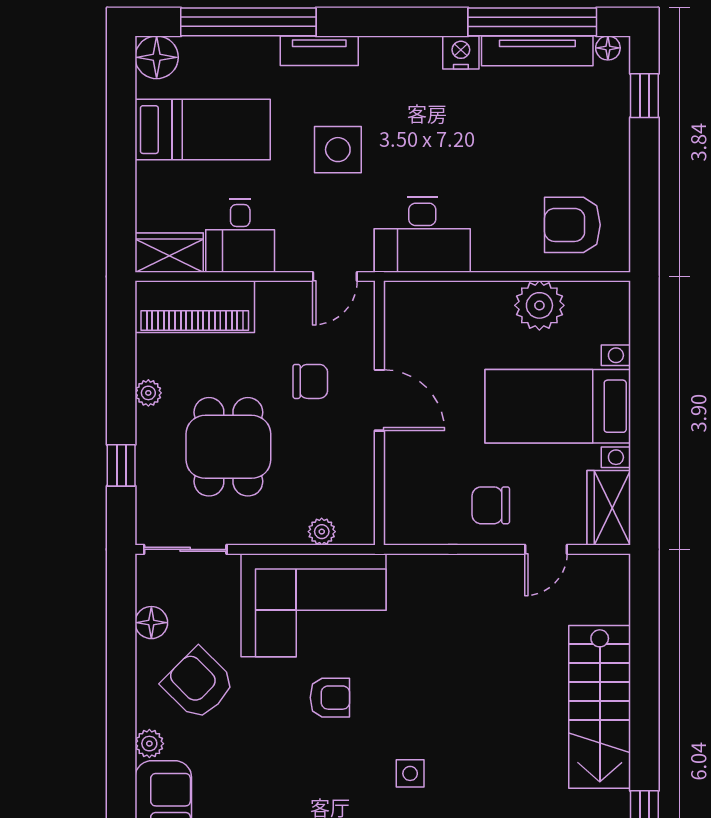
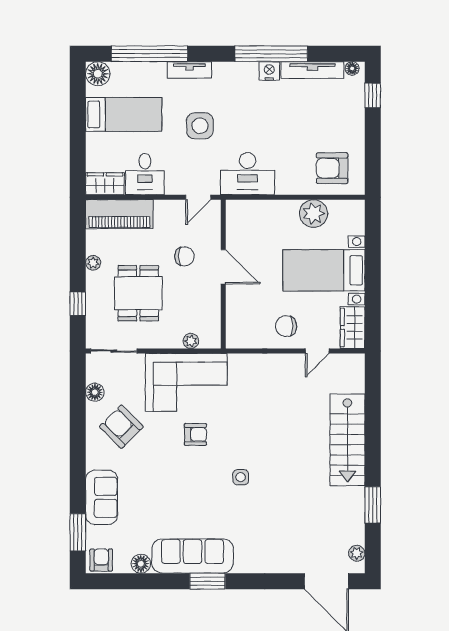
window: (532, 22) -> (271, 54), moved
plant: (149, 744) -> (94, 460), removed

